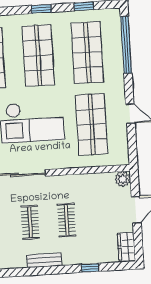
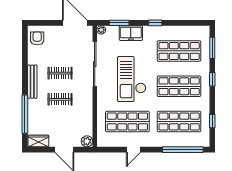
window: (41, 9) -> (212, 79), moved
bench: (44, 260) -> (32, 82), width x1.36
window: (90, 268) -> (25, 114), width x3.17

